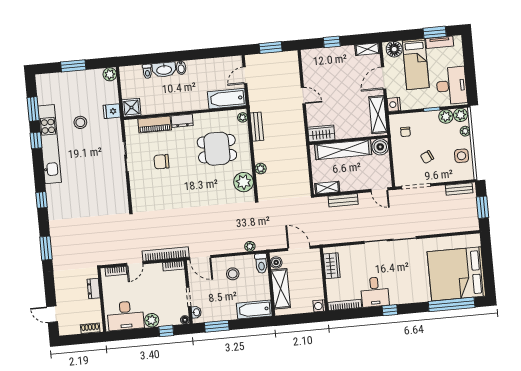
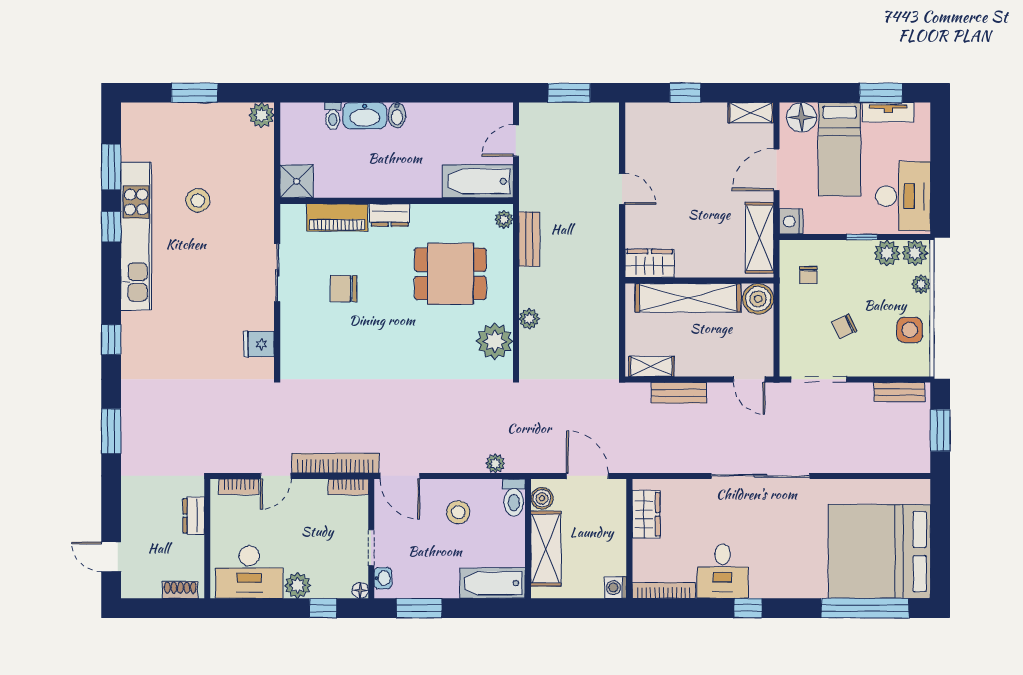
fridge: (112, 111) -> (259, 344), moved

